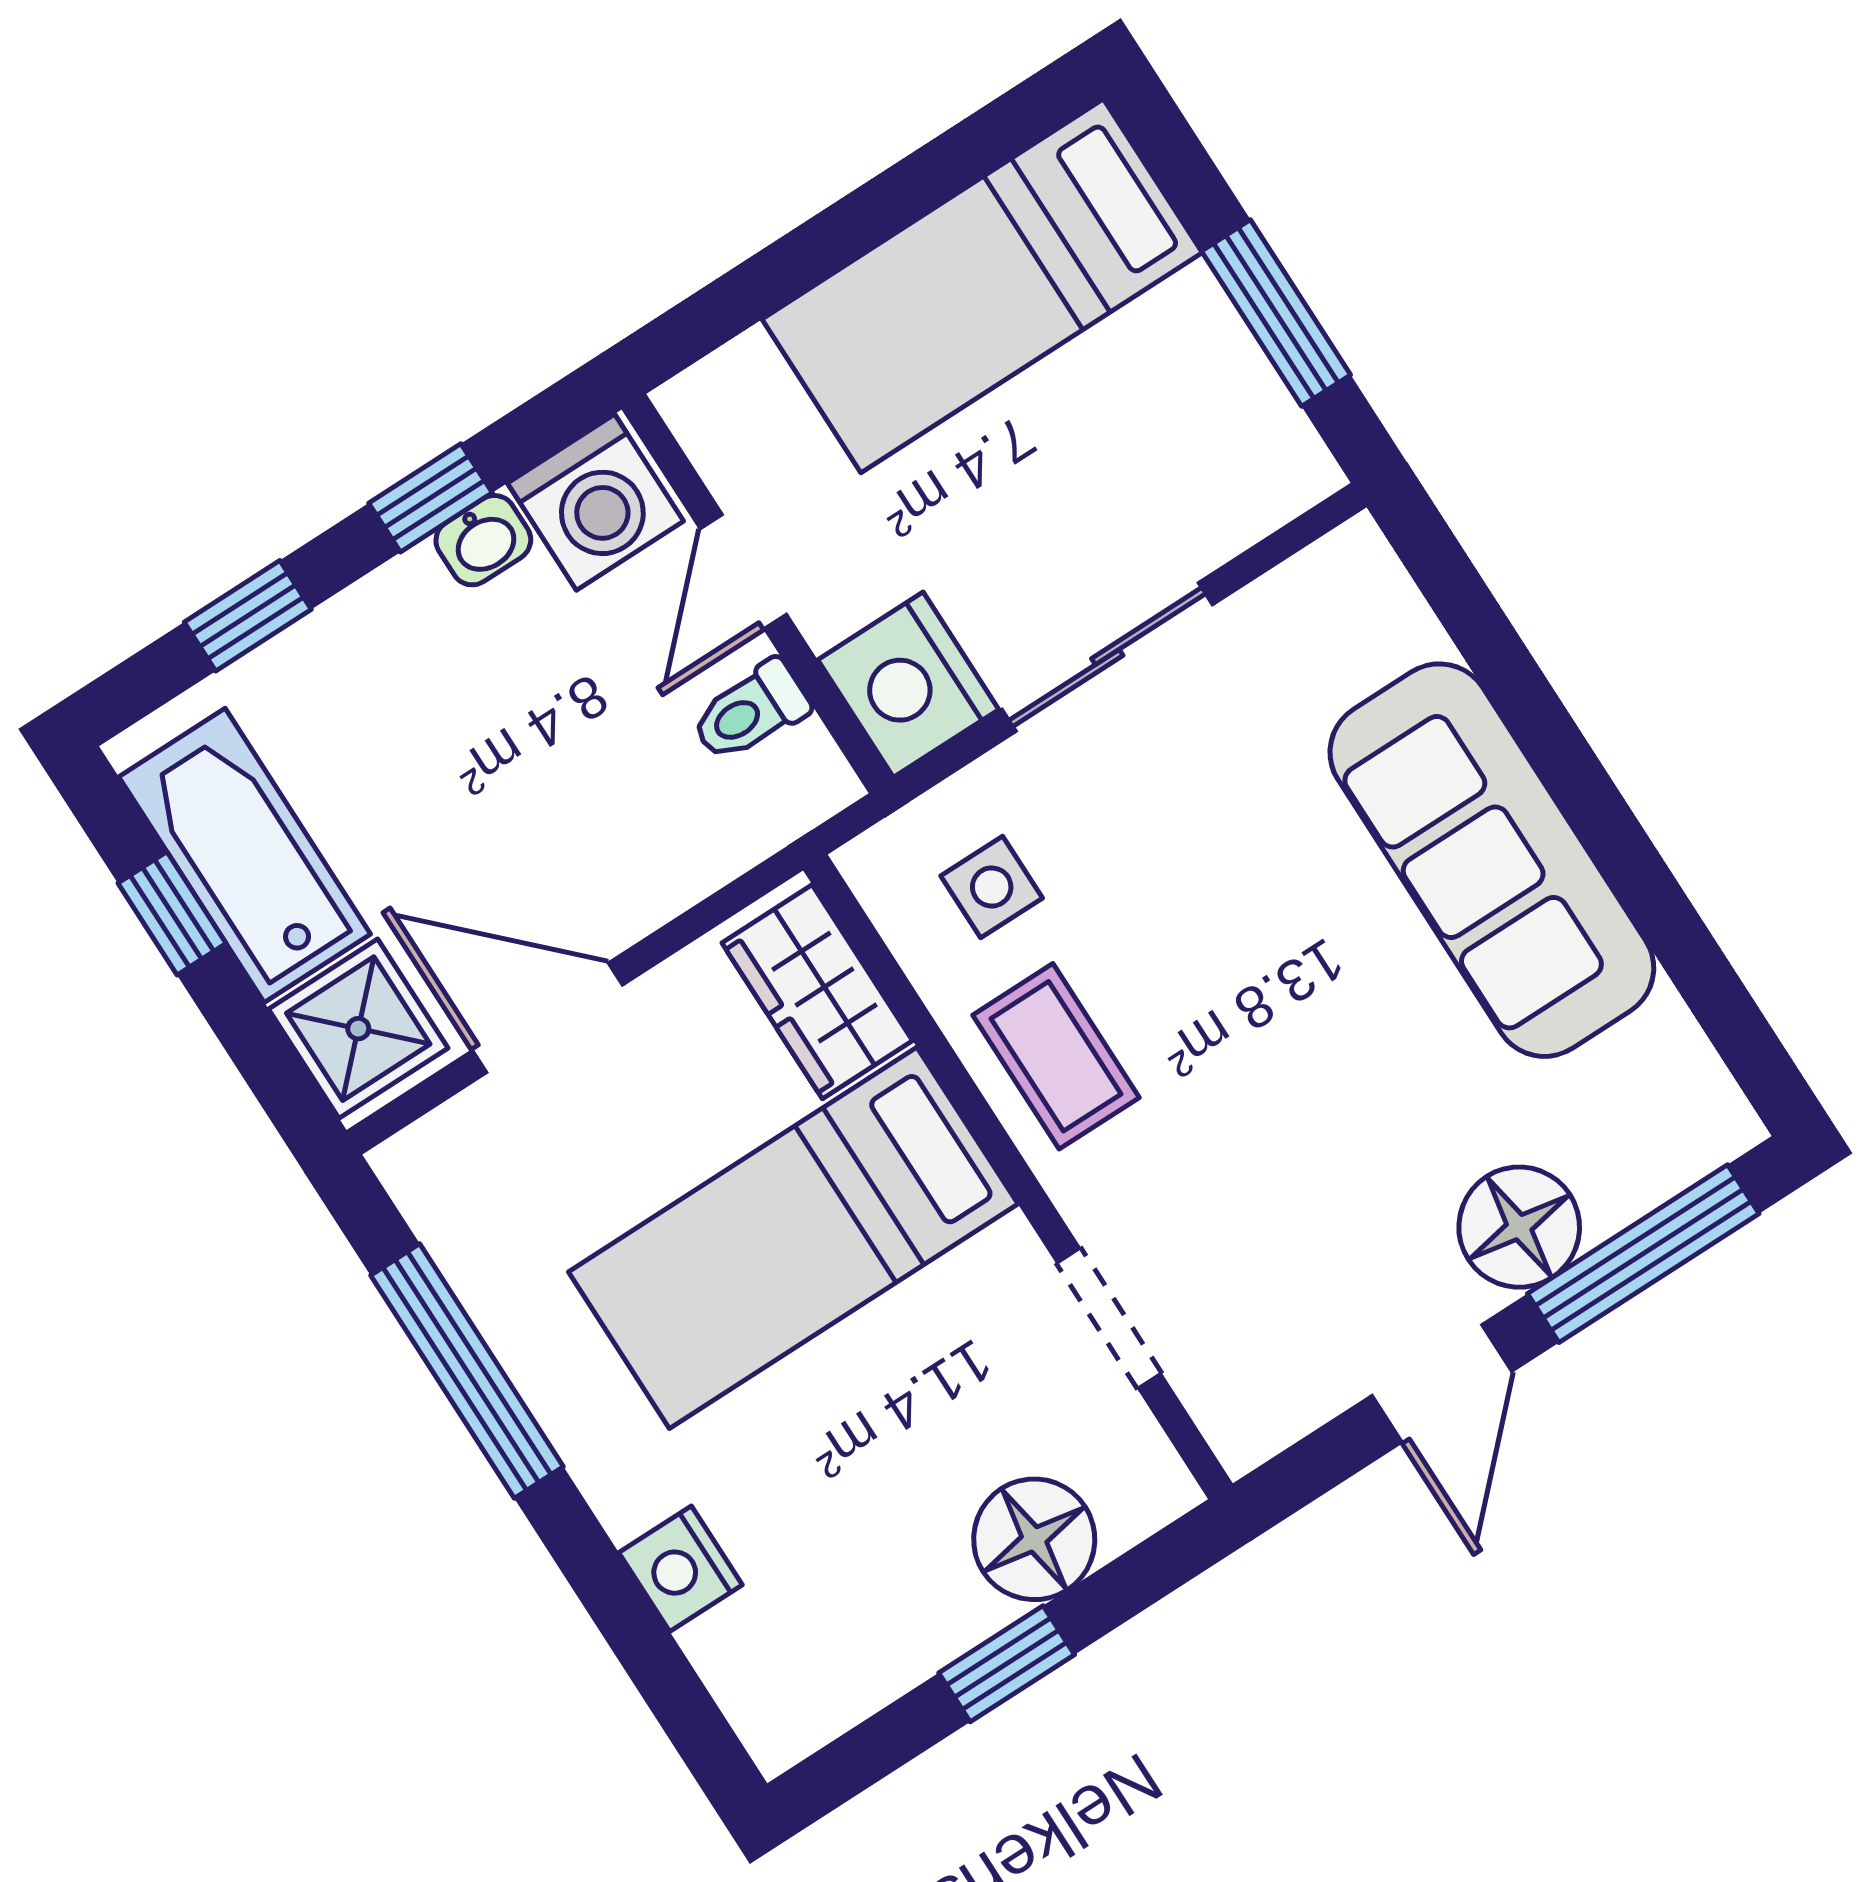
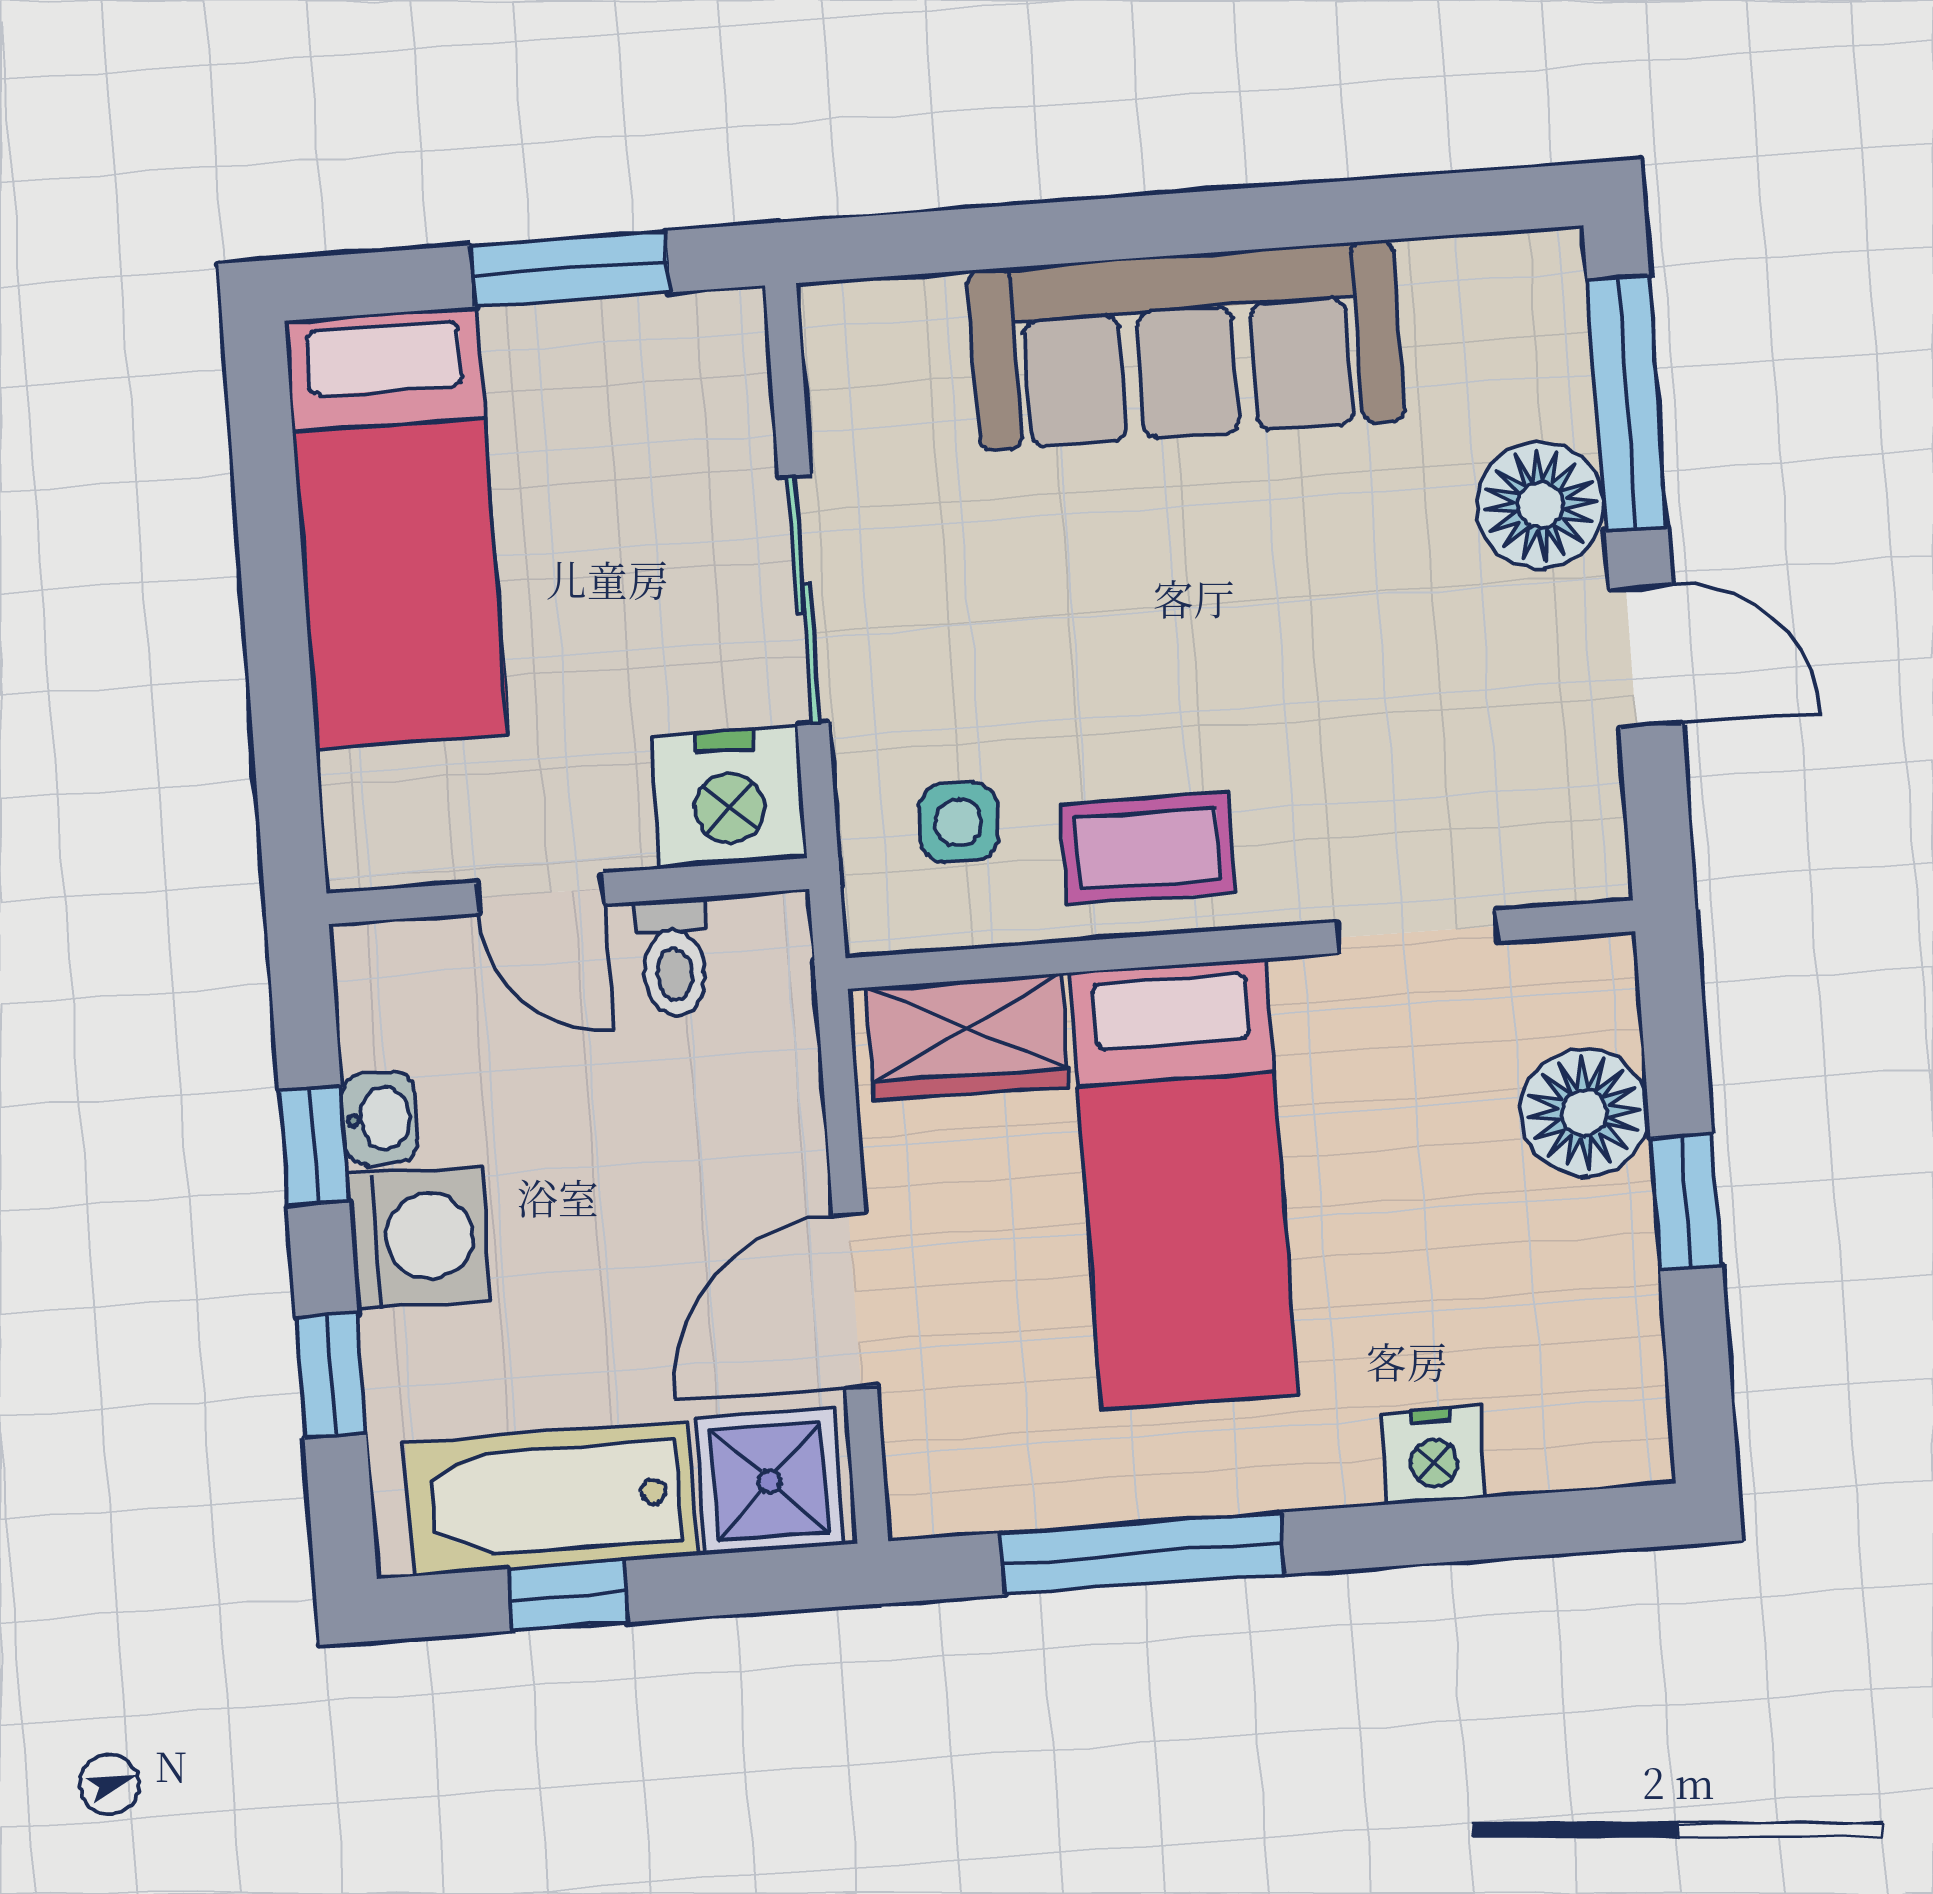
washing machine: (595, 502) -> (419, 1237), moved

